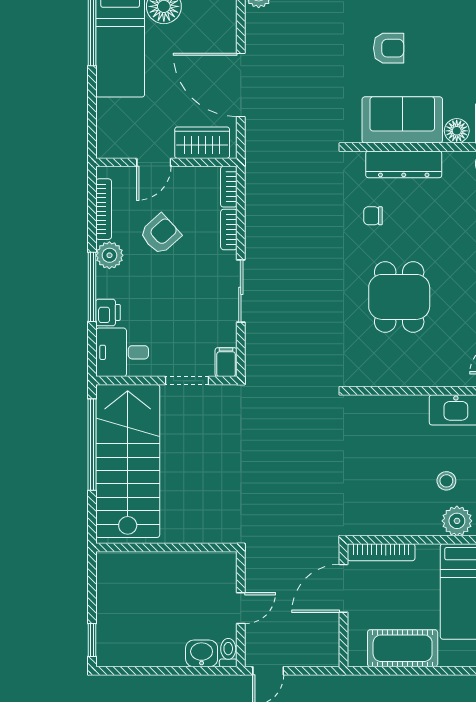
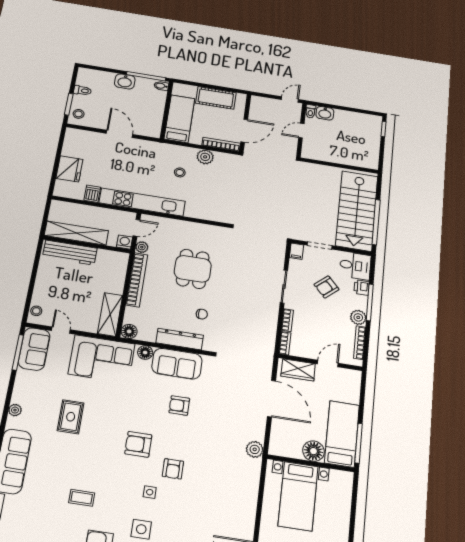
armchair: (160, 234) -> (326, 287), moved
plant: (457, 521) -> (205, 157), moved

